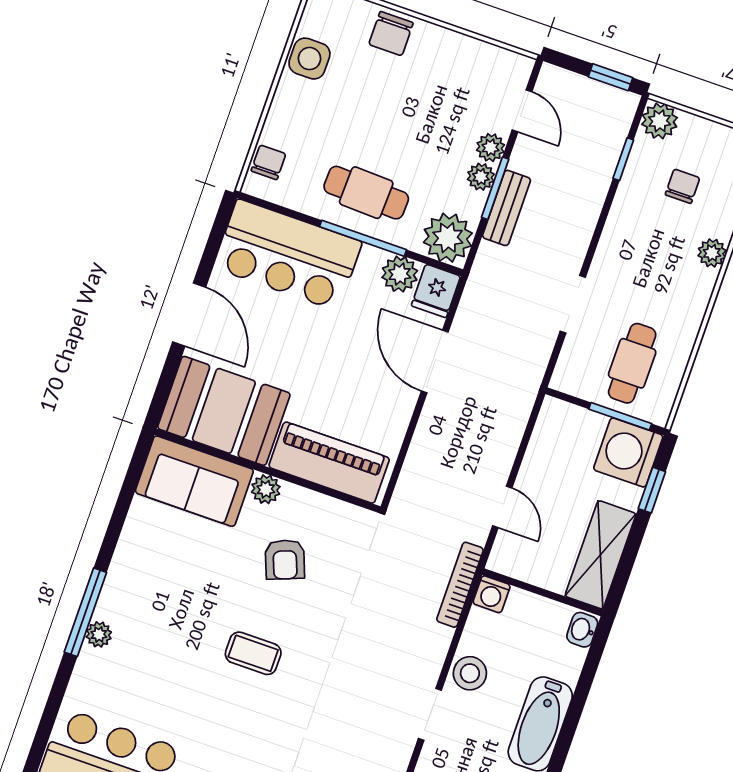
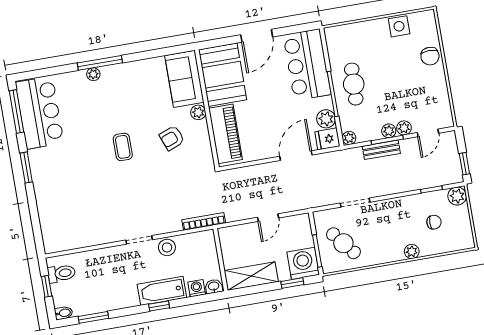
chair: (391, 34) -> (430, 56), turned -90
chair: (269, 162) -> (343, 34), removed
plant: (448, 238) -> (349, 138), width x0.53, depth x0.53
cafe table: (632, 363) -> (343, 243), turned 51
door: (502, 507) -> (268, 218), moved
washing machine: (492, 594) -> (197, 288), moved, turned 90
window: (564, 743) -> (159, 306), added

